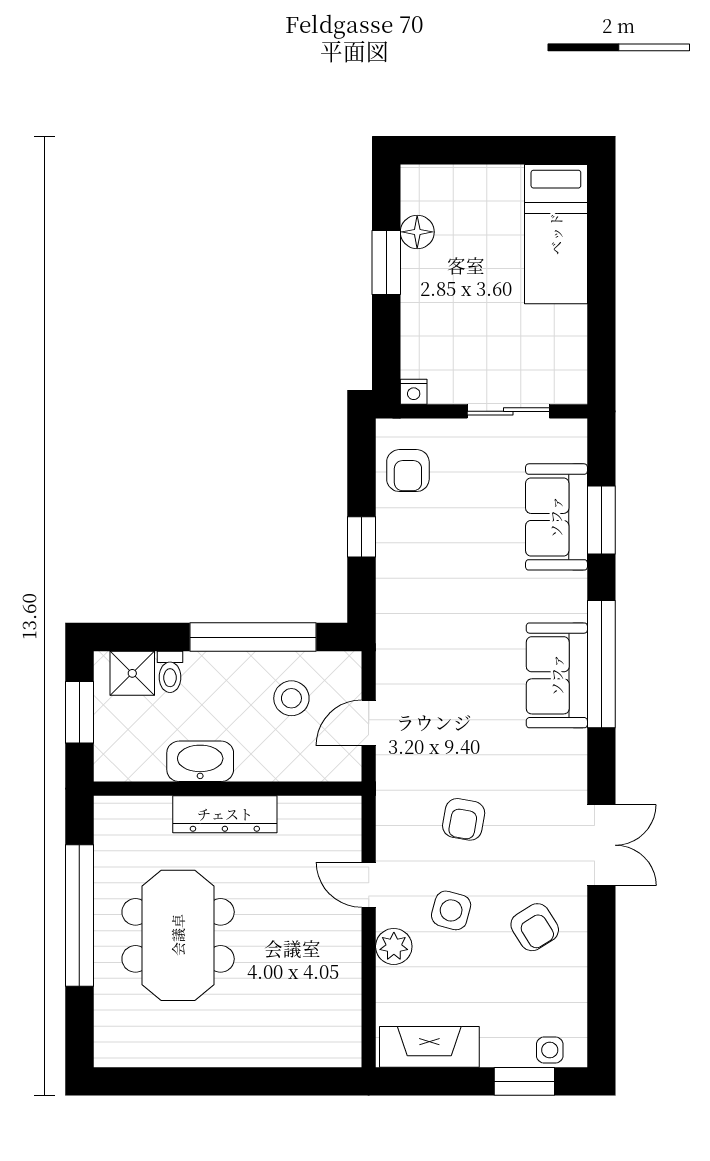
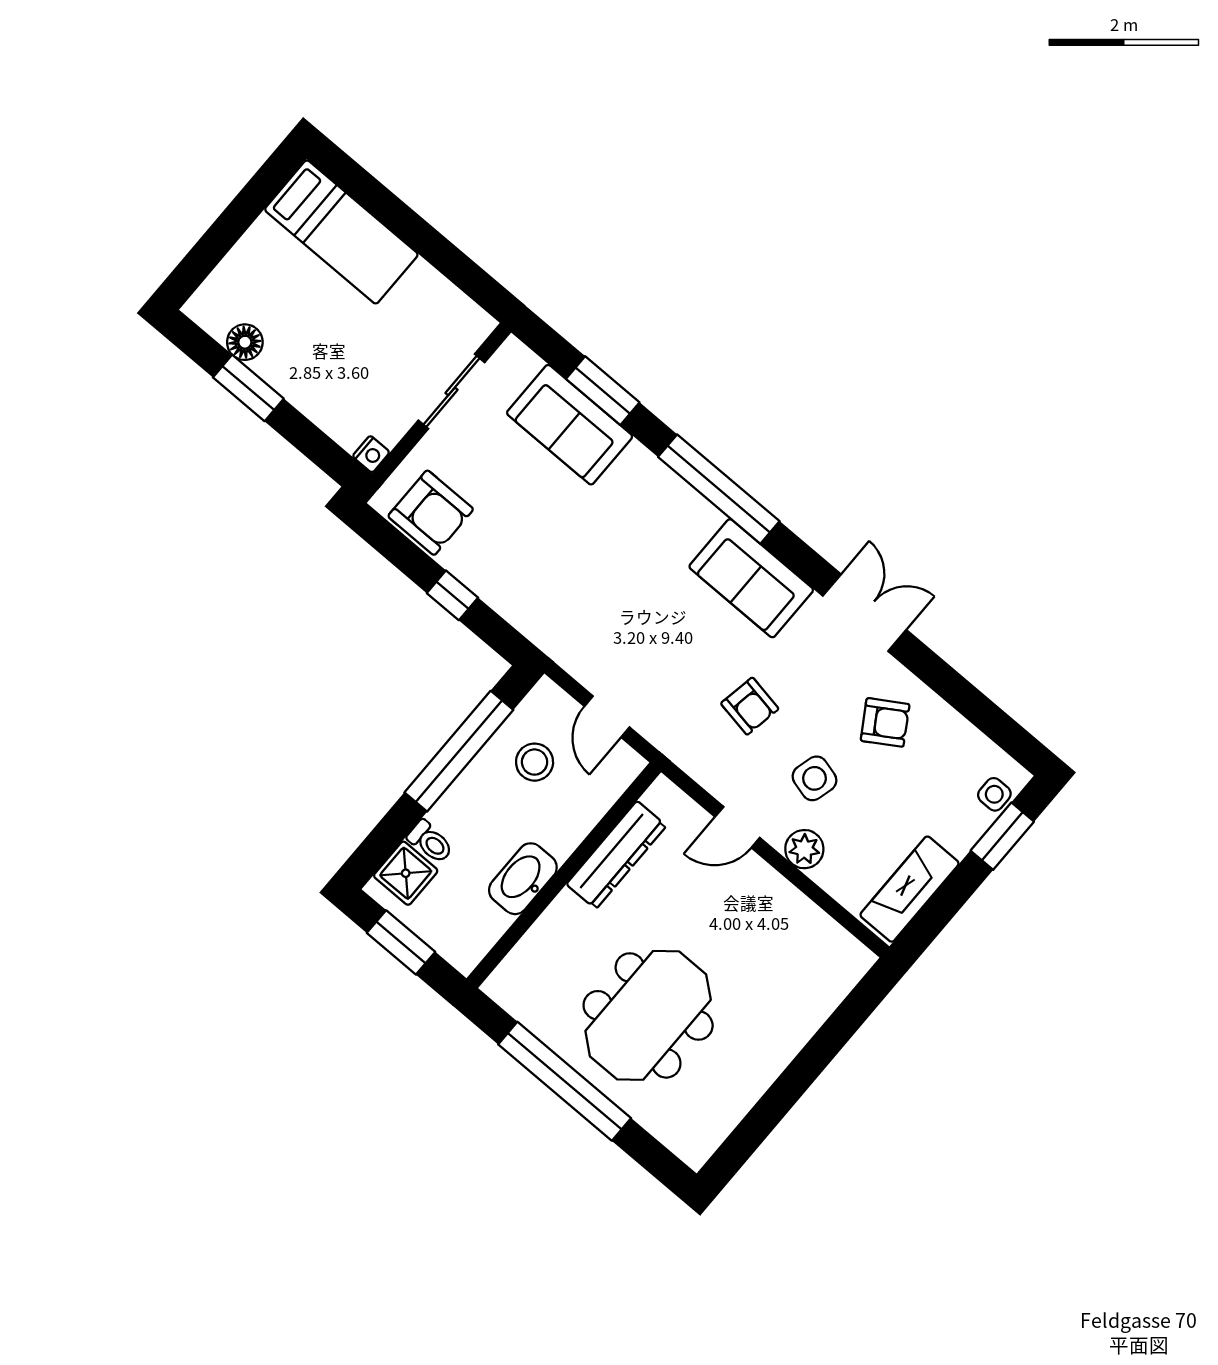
armchair: (408, 471) -> (431, 513), width x1.38, depth x1.38
sofa: (557, 675) -> (751, 578), moved
dresser: (225, 814) -> (616, 855), moved
meeting table: (178, 935) -> (648, 1015), turned 90

